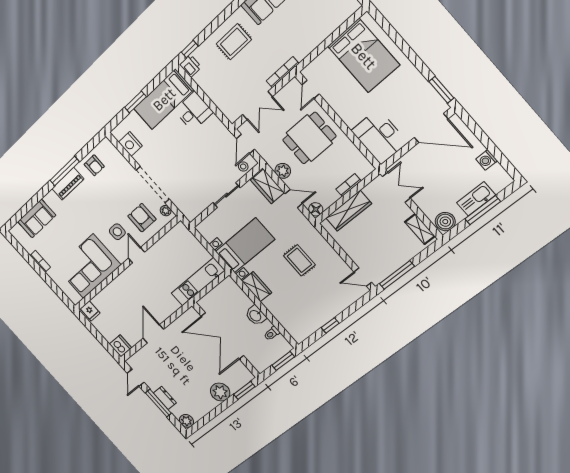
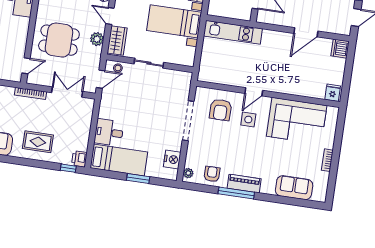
plant: (166, 211) -> (188, 173), moved

